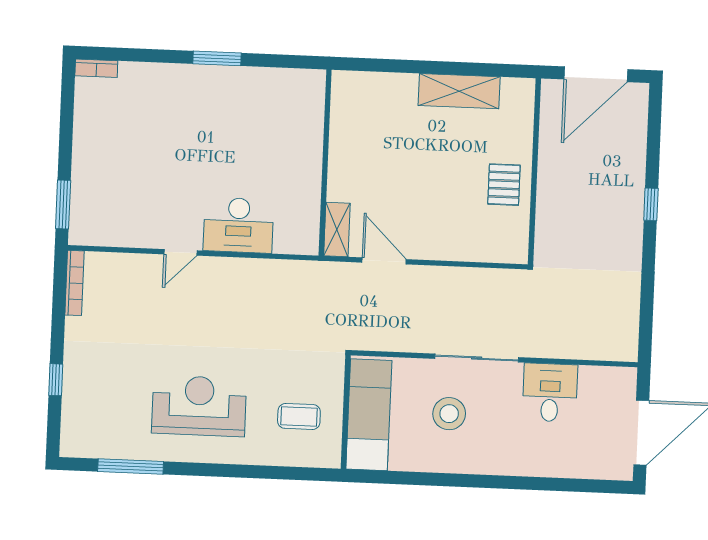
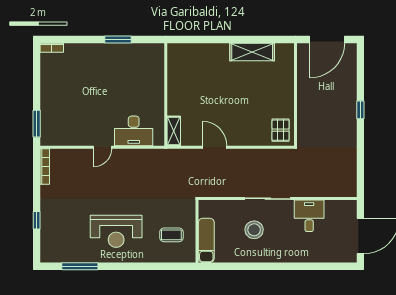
wall: (325, 163) -> (166, 94), moved
pallet: (504, 185) -> (281, 130), moved
shelving: (337, 230) -> (174, 131), moved
reception desk: (199, 406) -> (116, 231), turned 180
exam couch: (369, 415) -> (206, 240), width x0.73, depth x0.69

